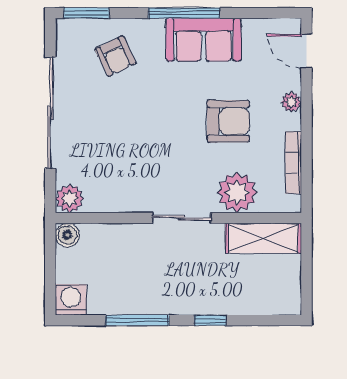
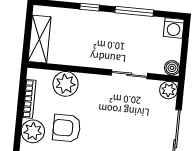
plant: (291, 102) -> (33, 131), width x1.88, depth x1.88
sliding door: (182, 218) -> (129, 74), moved
shelving: (263, 238) -> (40, 39), moved, turned 90

